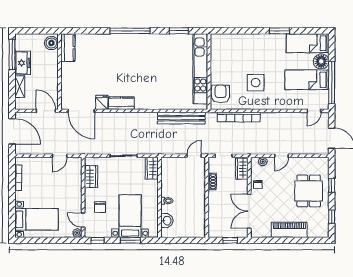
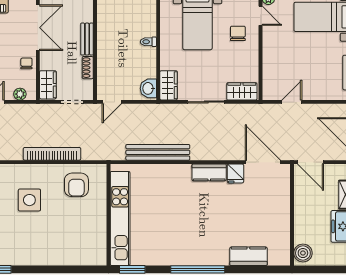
kitchen counter: (68, 48) -> (248, 256), moved, turned 90
kitchen unit: (200, 69) -> (120, 218), moved
wall: (209, 72) -> (109, 215), moved
bench: (181, 118) -> (158, 152), moved
wardrobe: (91, 177) -> (242, 91), moved, turned 90
bench: (213, 203) -> (87, 39), added
washbasin: (167, 221) -> (148, 88), moved

